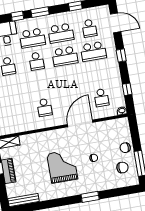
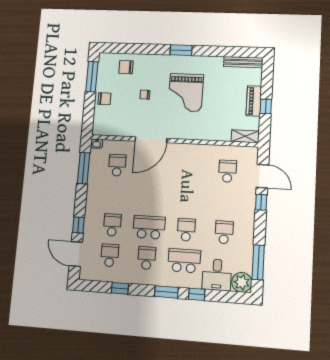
school desk: (61, 33) -> (147, 258), width x0.54
school desk: (93, 51) -> (112, 225), width x0.54
window: (121, 55) -> (78, 225), moved
window: (127, 89) -> (84, 168), width x2.17
school desk: (44, 107) -> (227, 171), moved
chair: (122, 167) -> (126, 67), moved
window: (90, 197) -> (181, 50), moved

